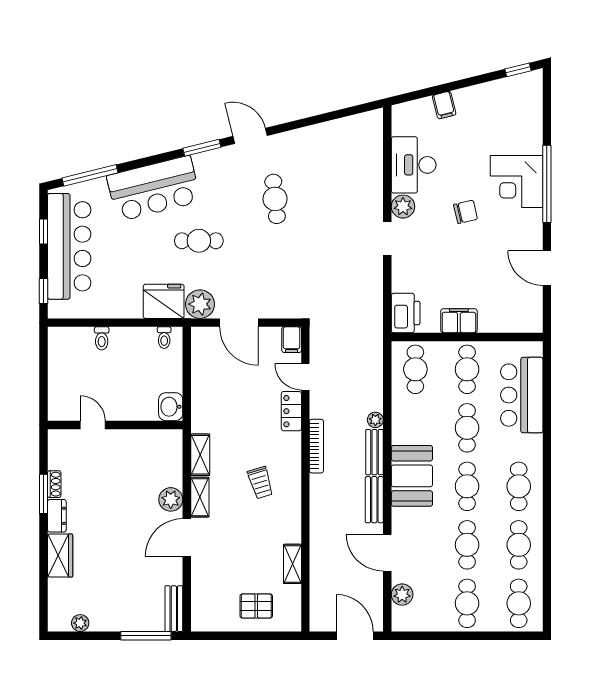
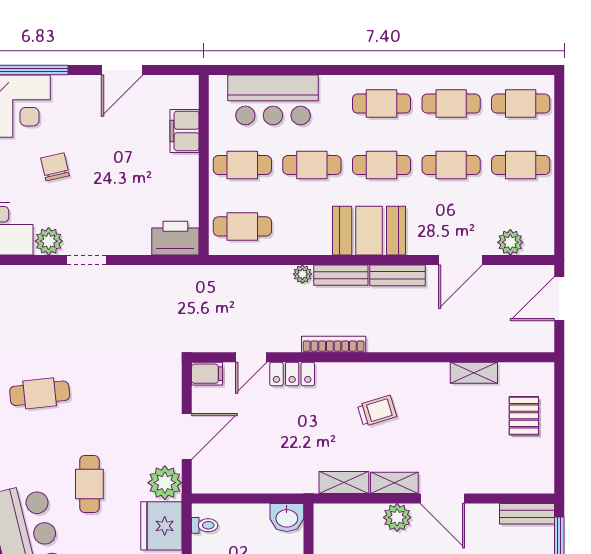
filing cabinet: (459, 321) -> (185, 131), moved

